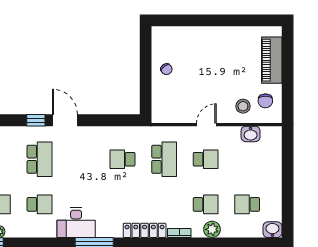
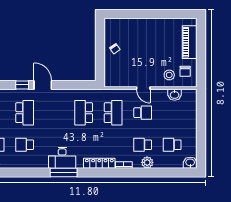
door: (206, 125) -> (143, 88), swing flipped
school desk: (123, 159) -> (84, 113), width x1.85
school desk: (39, 204) -> (25, 145), turned 180
school desk: (206, 204) -> (143, 145), turned 180
desk: (76, 223) -> (62, 158), moved

